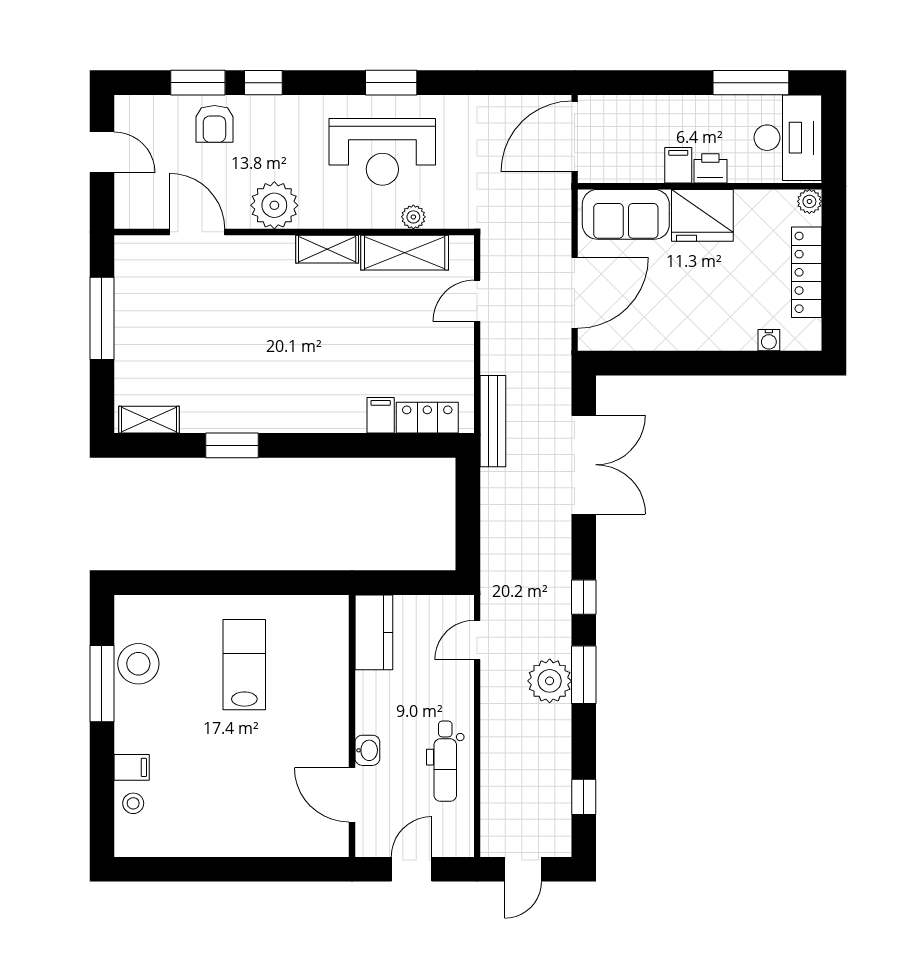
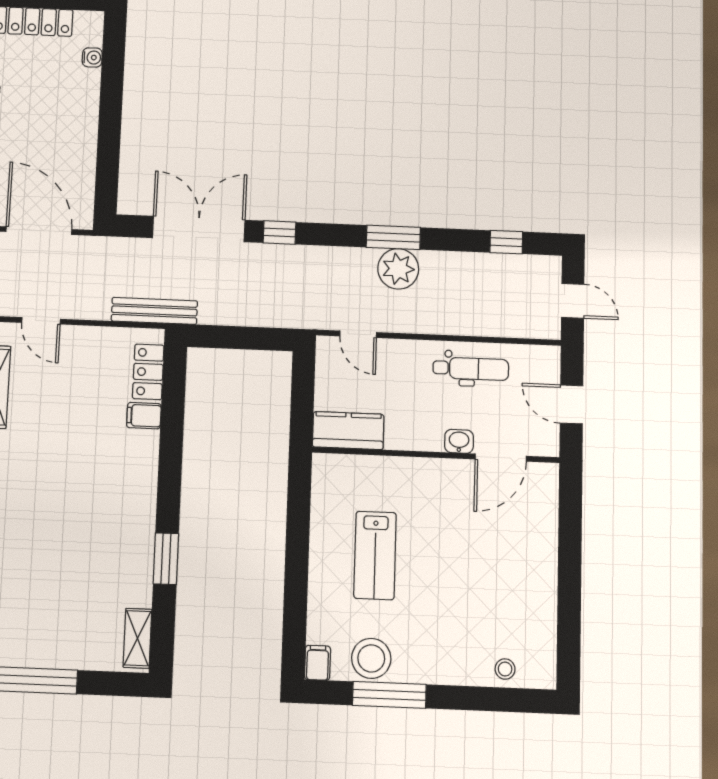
window: (584, 597) -> (280, 232), moved
lab bench: (244, 665) -> (375, 555), turned -90
filing cabinet: (132, 767) -> (318, 663), moved

